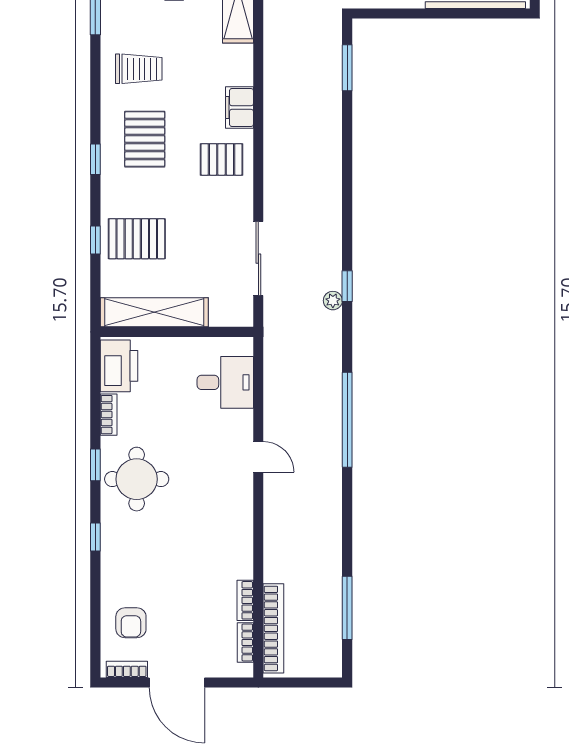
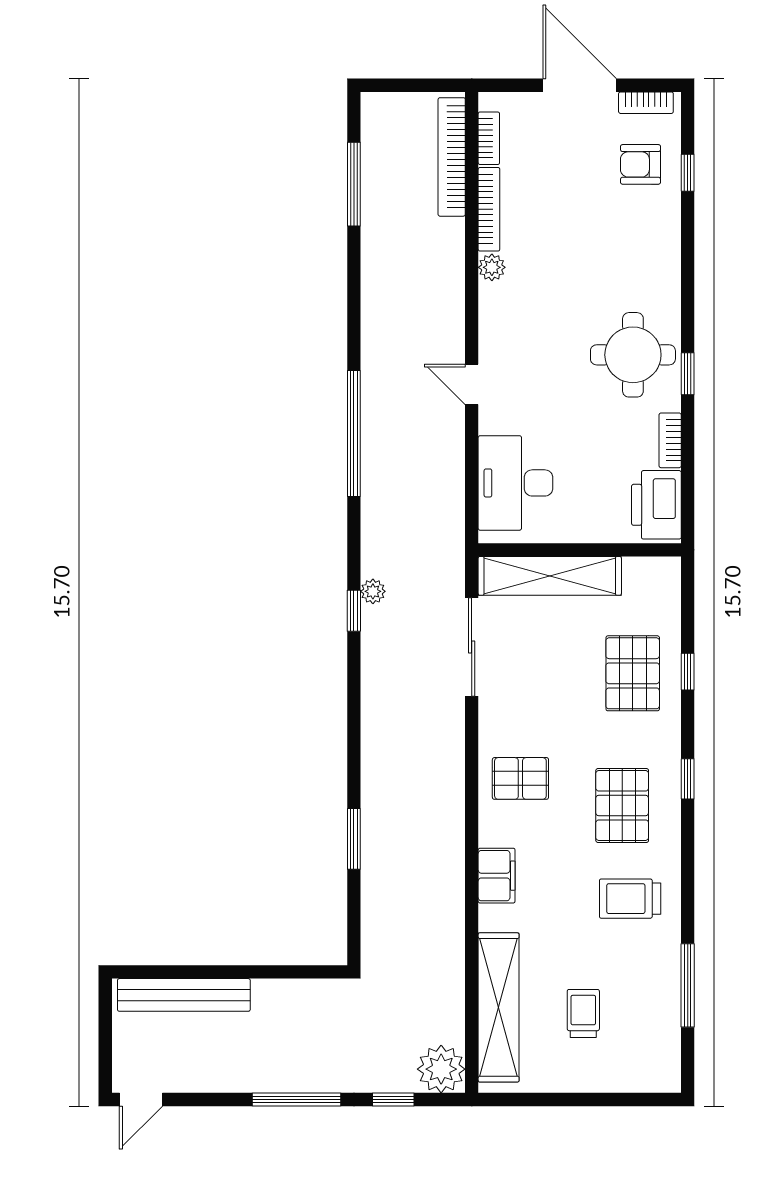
window: (347, 68) -> (354, 839), moved
filing cabinet: (240, 108) -> (497, 876), moved
pallet: (137, 239) -> (633, 673), turned 90
shelving: (154, 312) -> (550, 576), moved
desk: (225, 382) -> (515, 483), width x1.37
window: (95, 537) -> (688, 173), moved
plant: (243, 545) -> (492, 267), added
bookcase: (245, 600) -> (489, 209), width x1.56
armchair: (131, 623) -> (641, 164), turned -90

